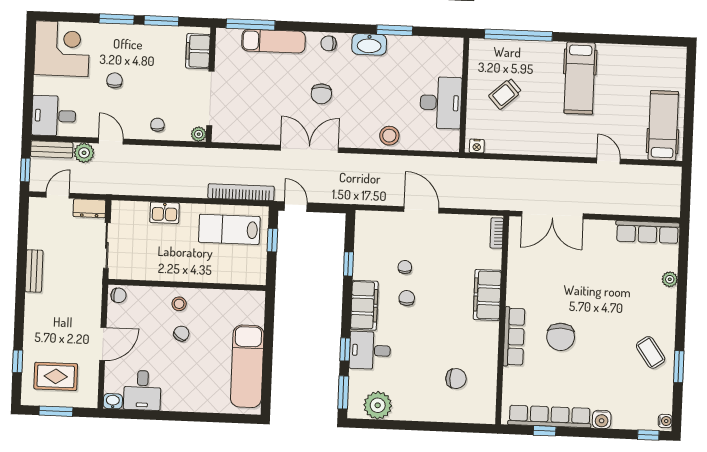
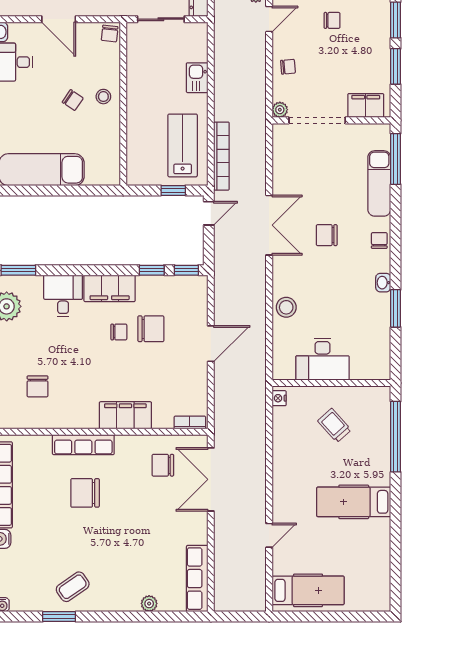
washbasin: (369, 44) -> (383, 283), width x0.52, depth x0.69
chair: (537, 261) -> (163, 465), added
chair: (405, 267) -> (151, 329), width x1.87, depth x1.87
window: (345, 349) -> (186, 270), moved

